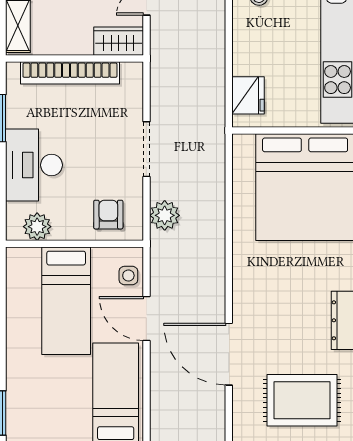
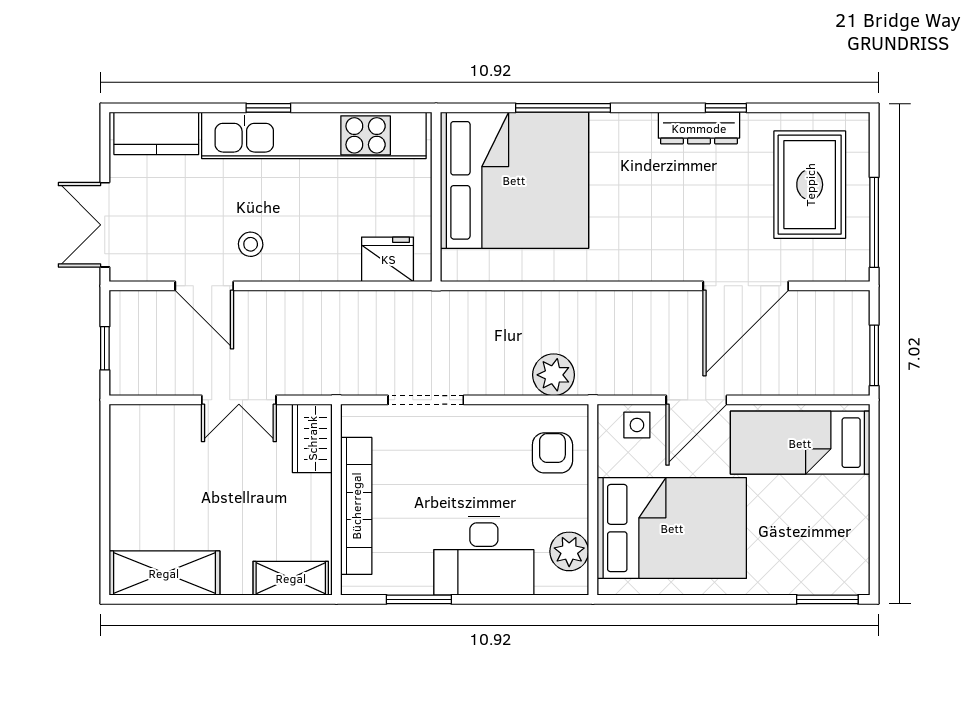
doorway: (146, 149) -> (426, 400), moved
armchair: (108, 215) -> (552, 453), turned 90
bed: (66, 301) -> (672, 528), width x1.50

